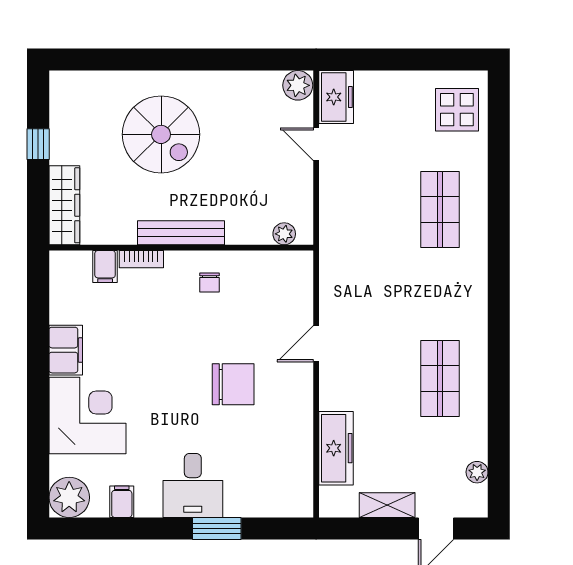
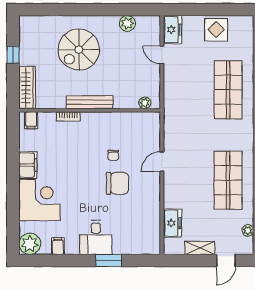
plant: (298, 85) -> (127, 23), moved
display table: (457, 110) -> (216, 30), moved
spiral stairs: (161, 134) -> (79, 50), turned 90
shop shelf: (440, 210) -> (228, 90), width x1.43, depth x1.36
filing cabinet: (105, 266) -> (31, 120), moved
chair: (210, 283) -> (113, 155), moved
shop shelf: (440, 378) -> (228, 180), width x1.43, depth x1.36
freezer: (336, 448) -> (172, 223), width x0.71

